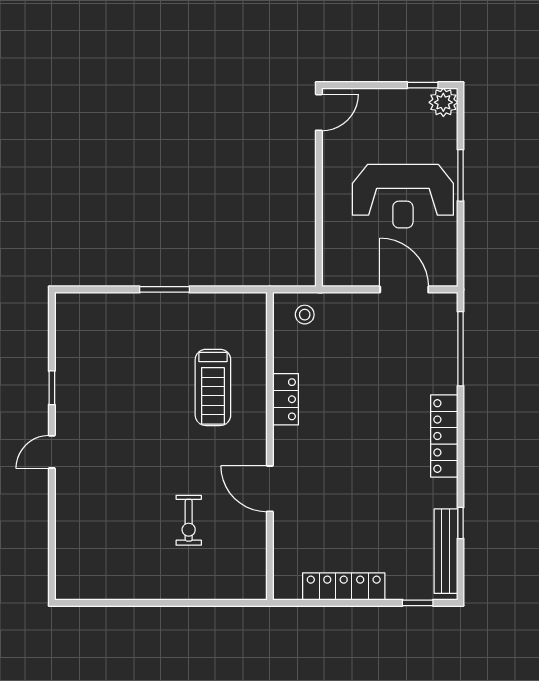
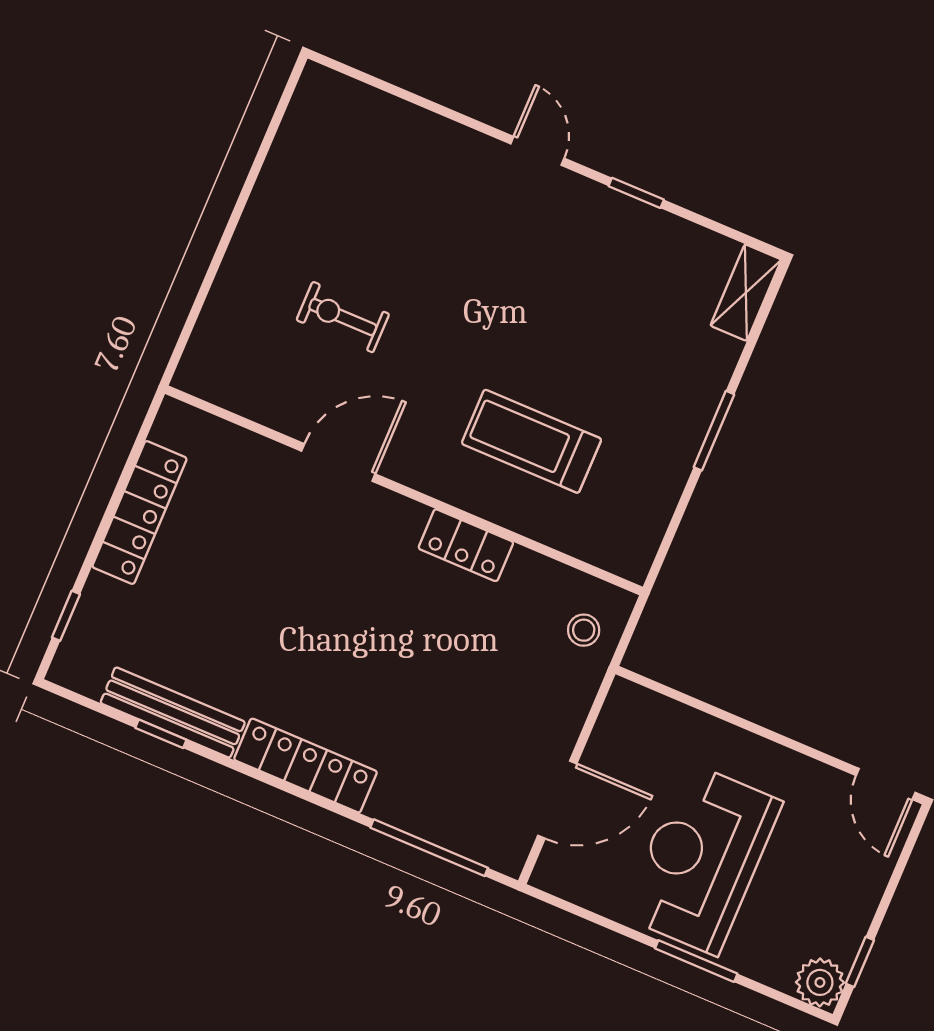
shelving: (81, 304) -> (746, 293), added
bench: (446, 551) -> (173, 712), moved

